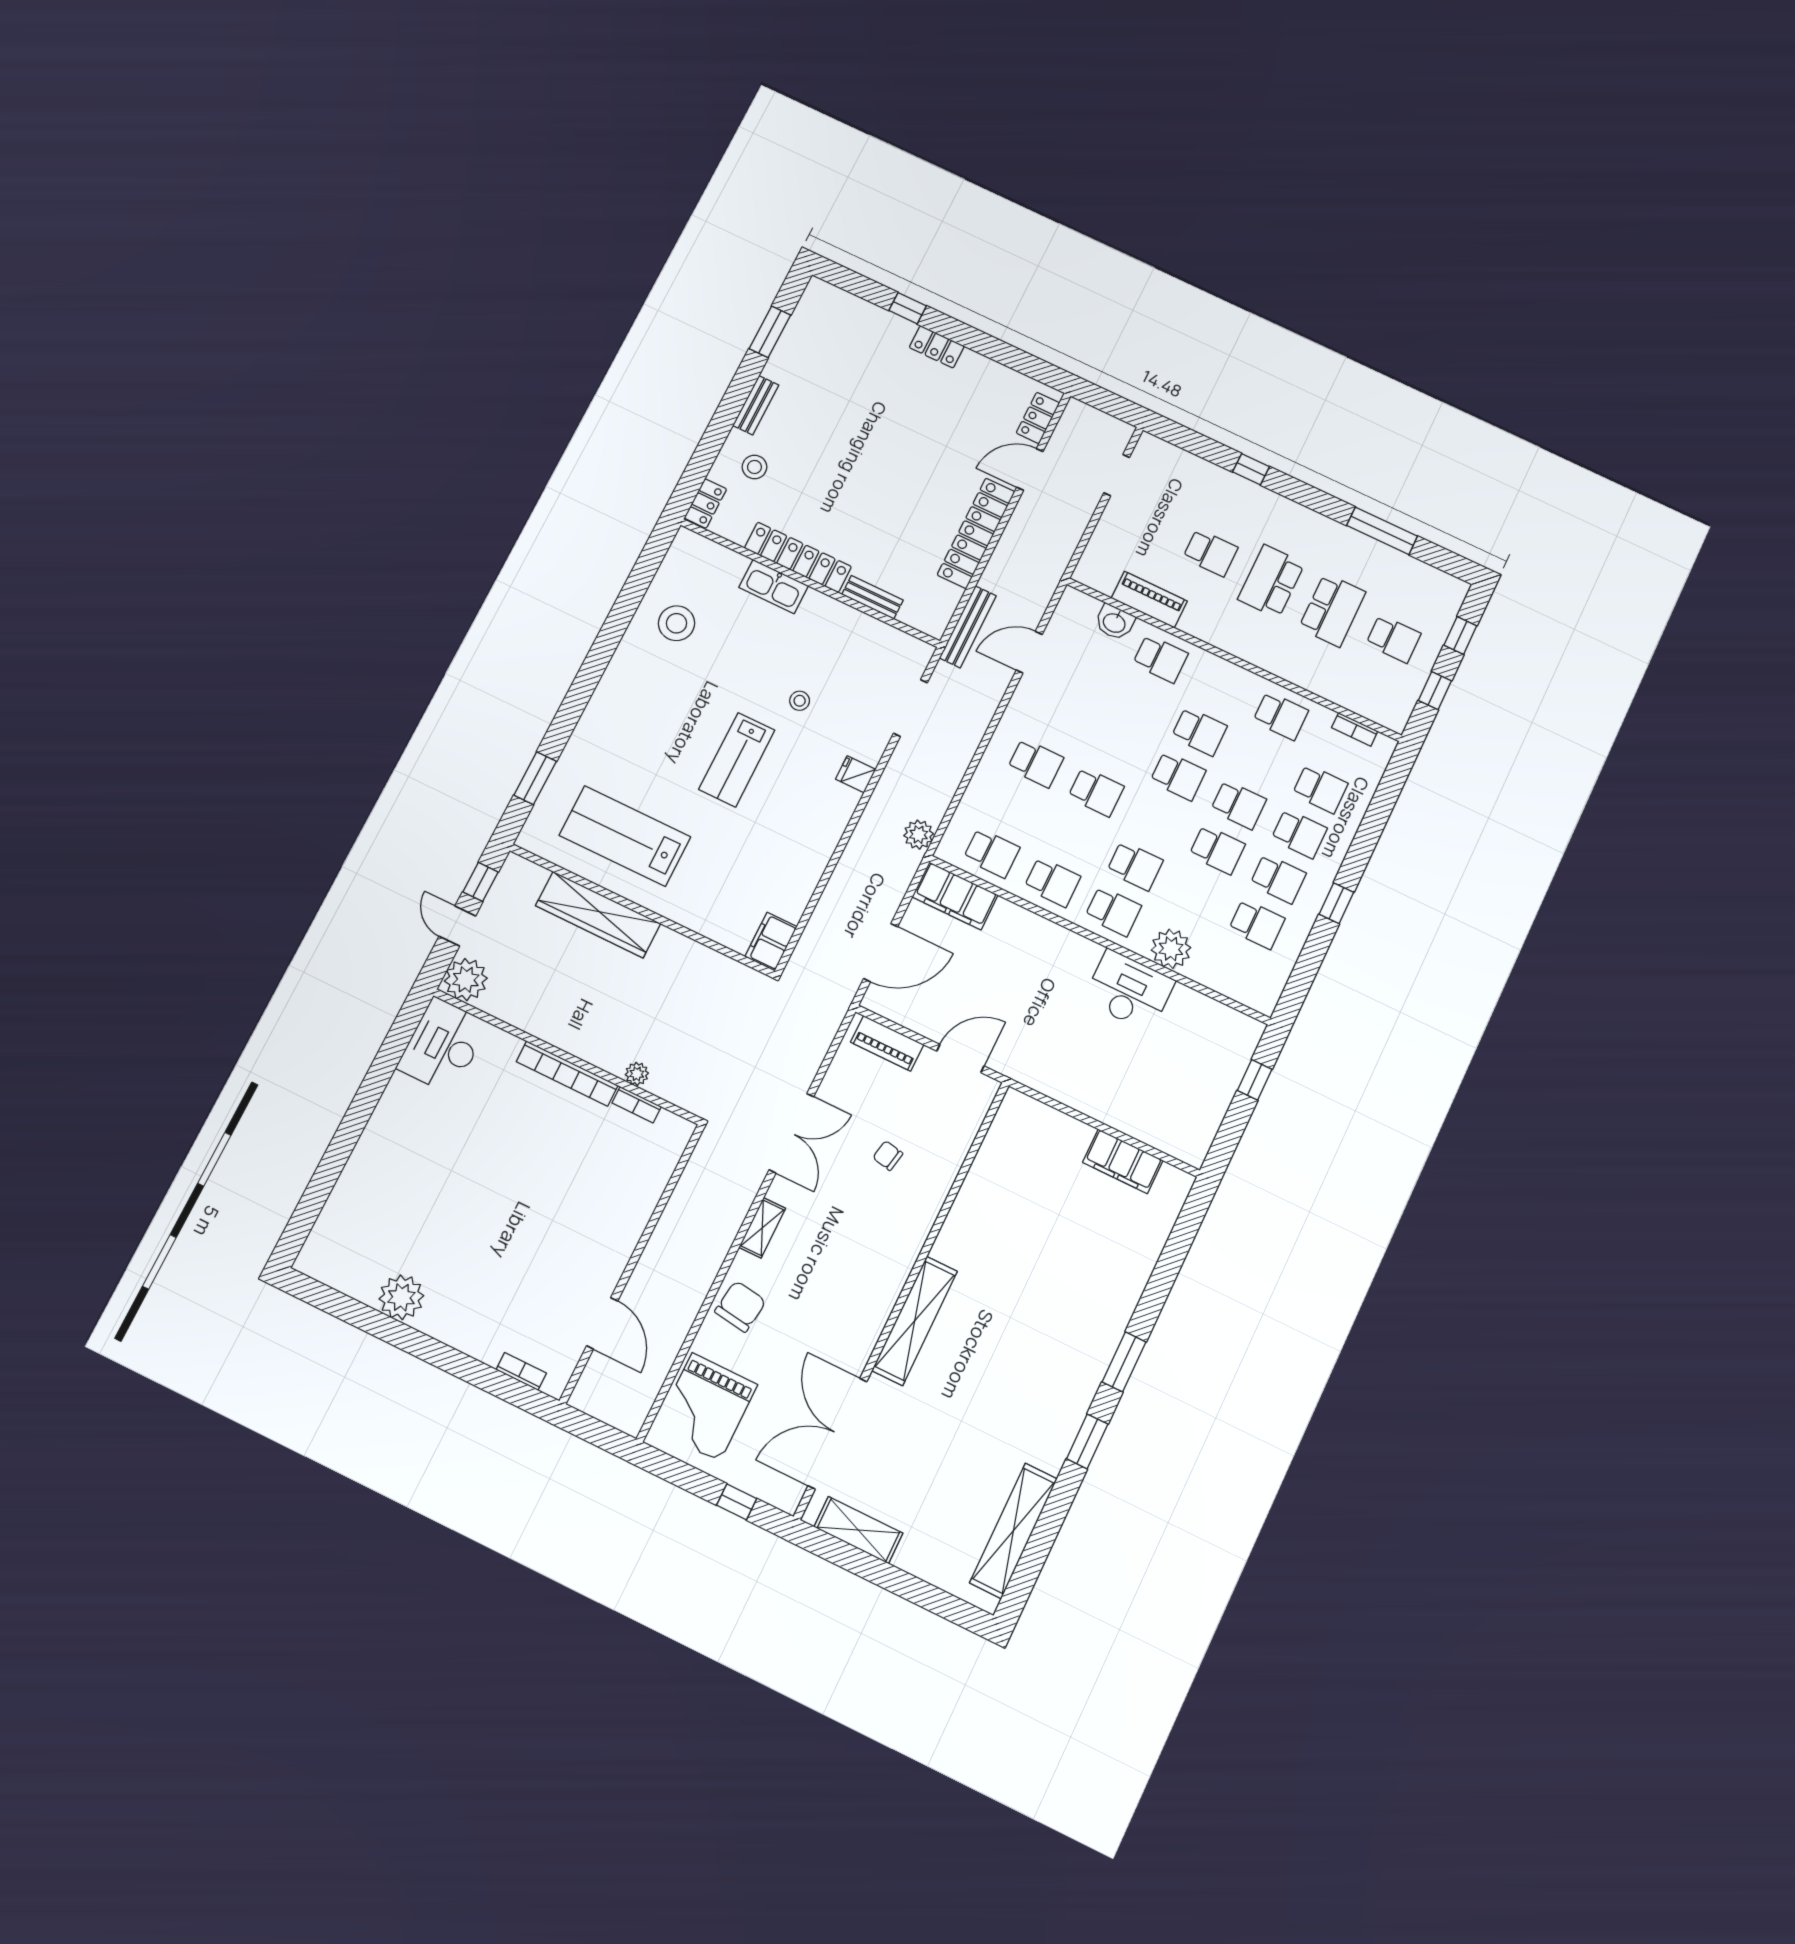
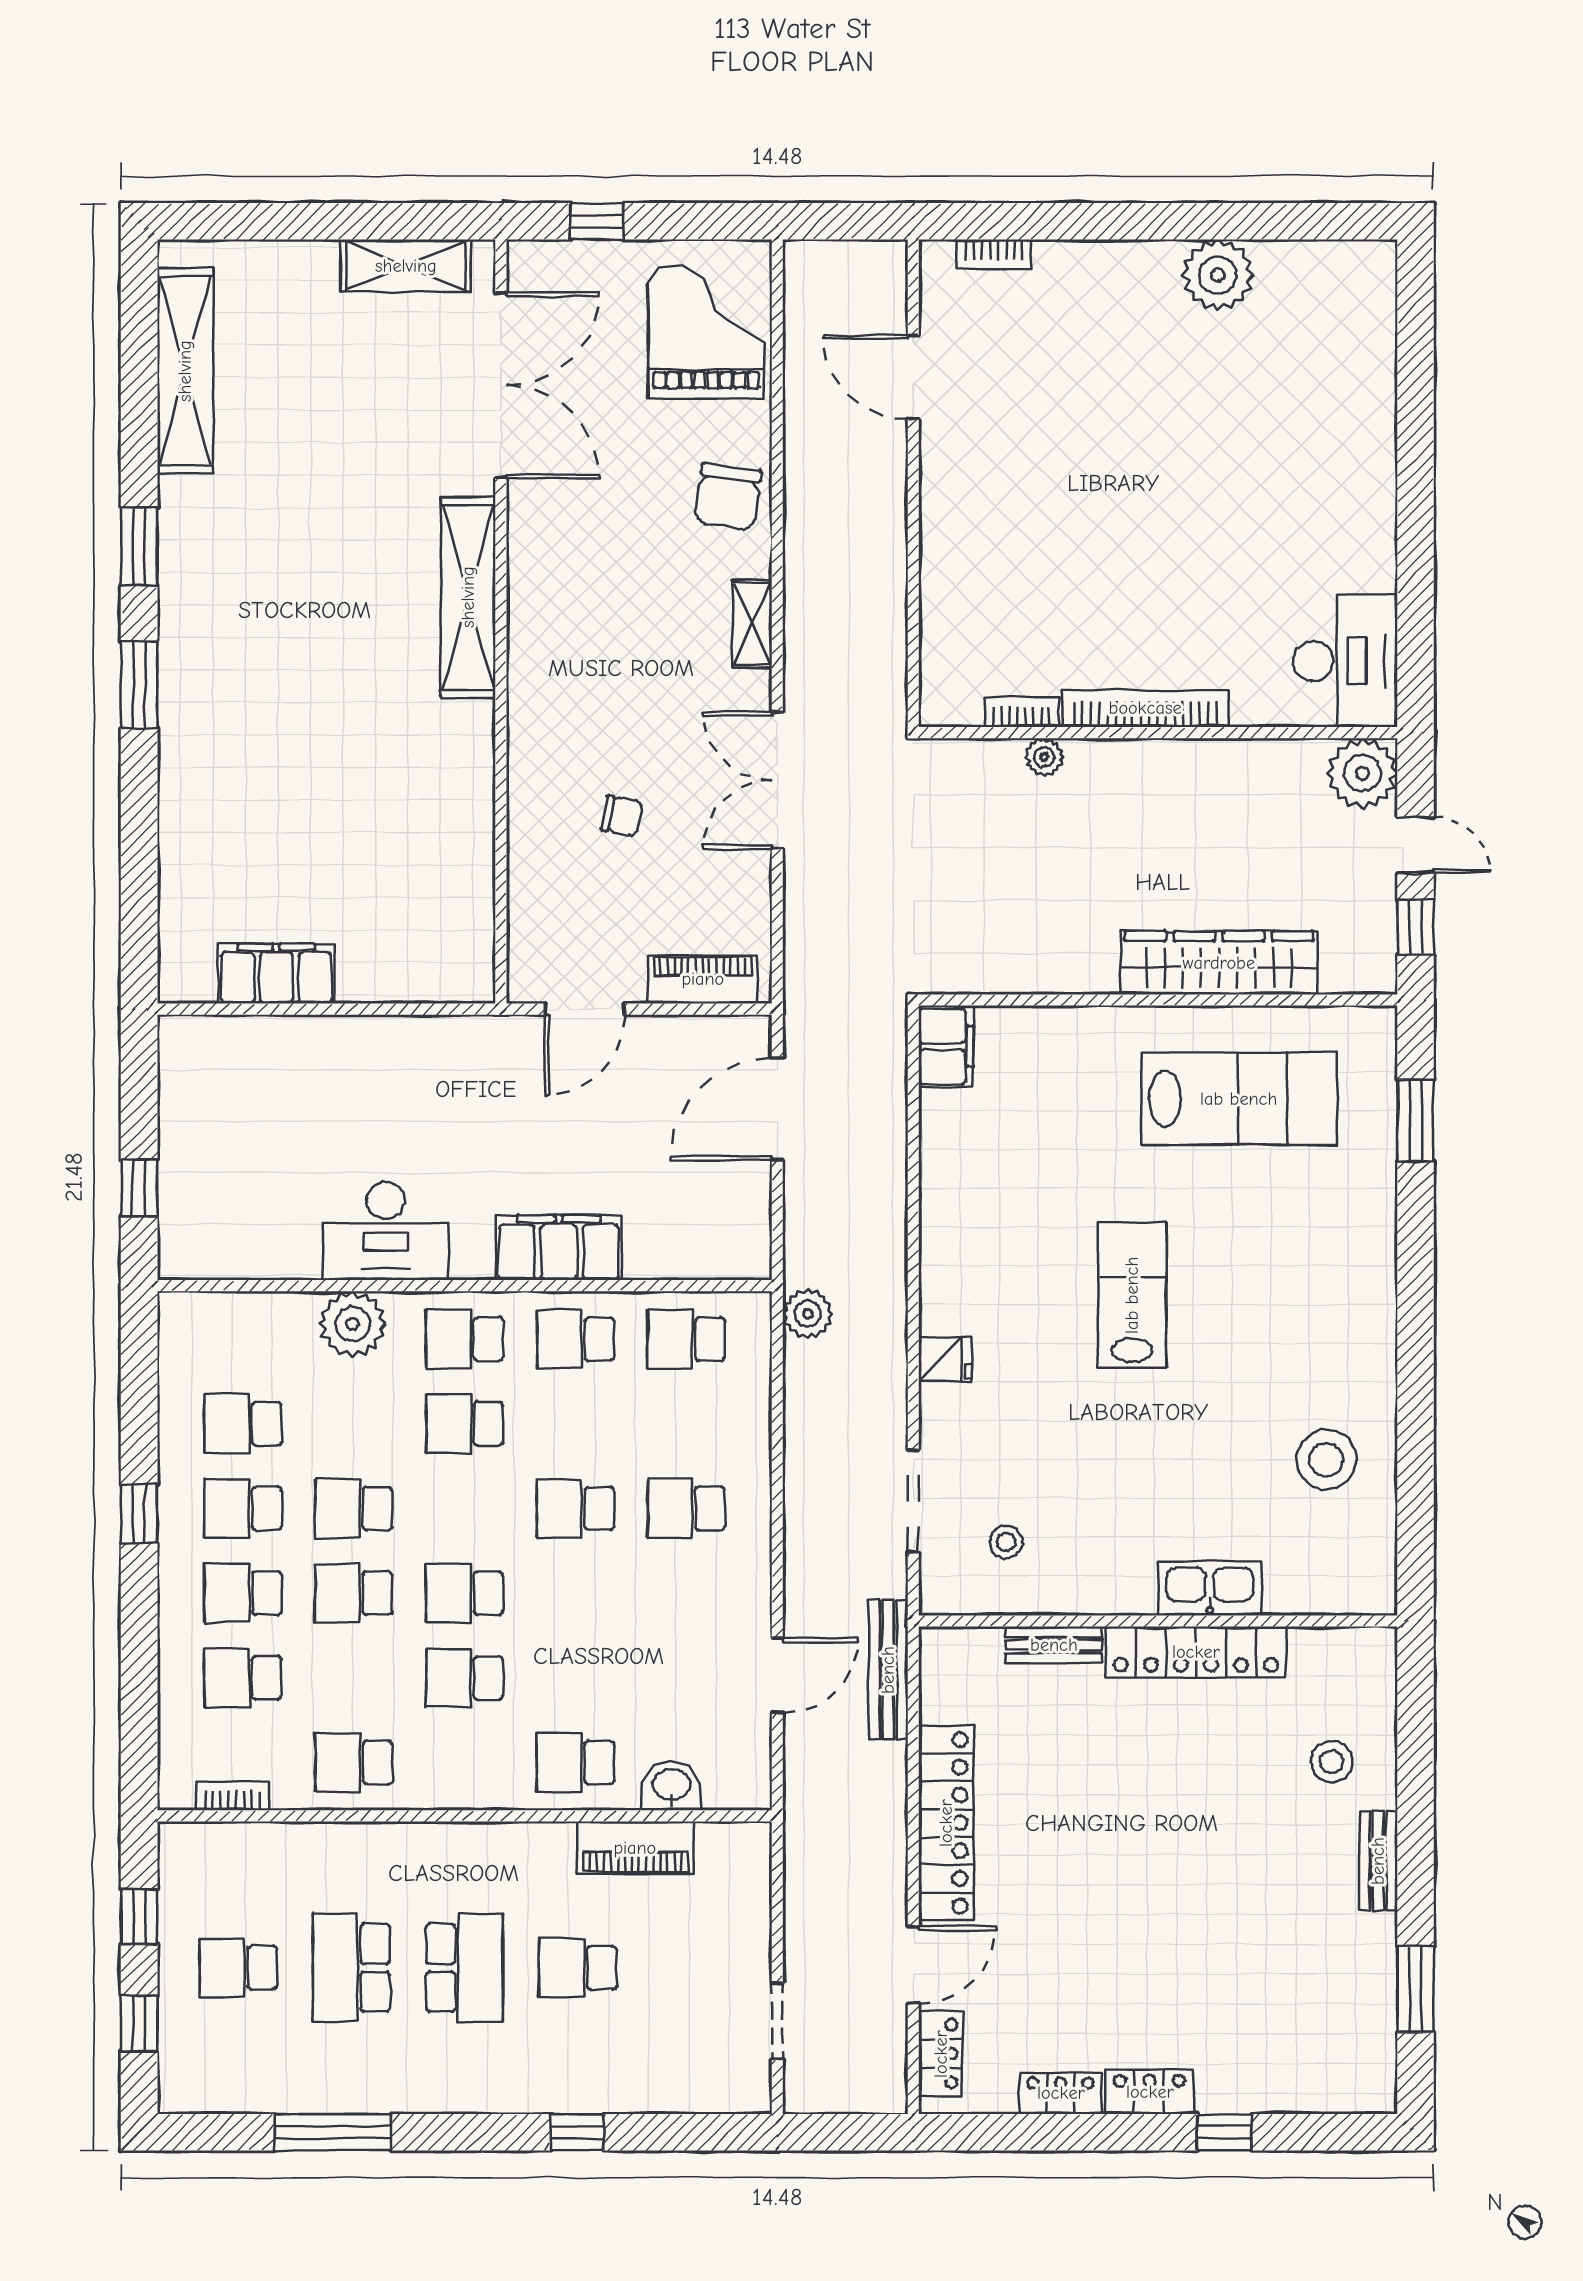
locker: (705, 503) -> (1061, 2093), moved, turned 90
stool: (800, 701) -> (1006, 1542), moved
filing cabinet: (955, 896) -> (559, 1248), moved

